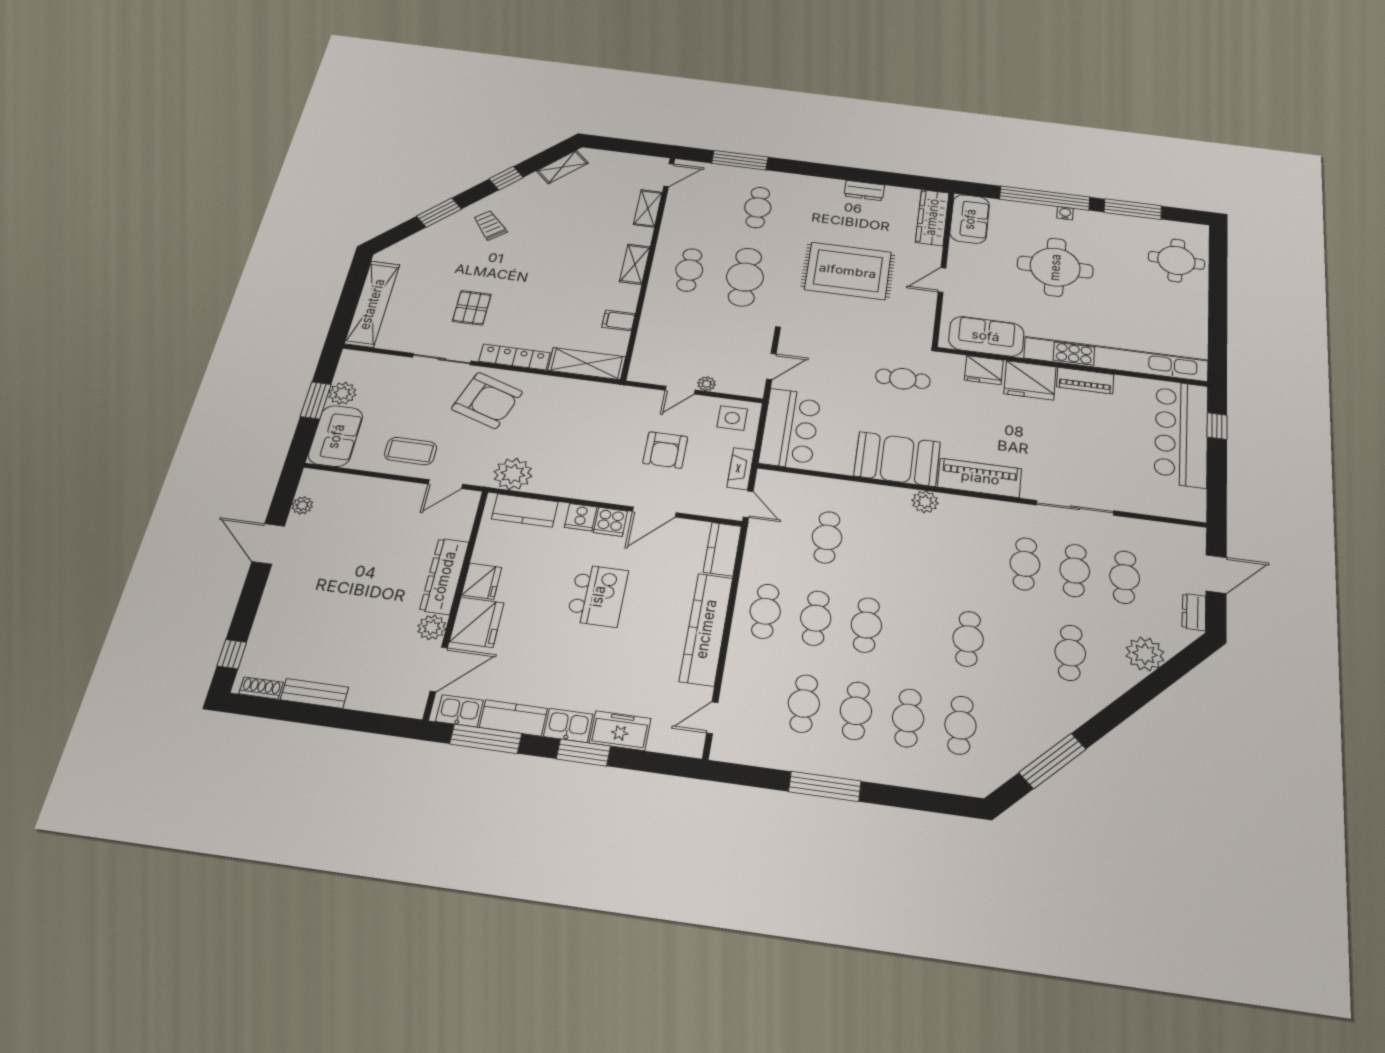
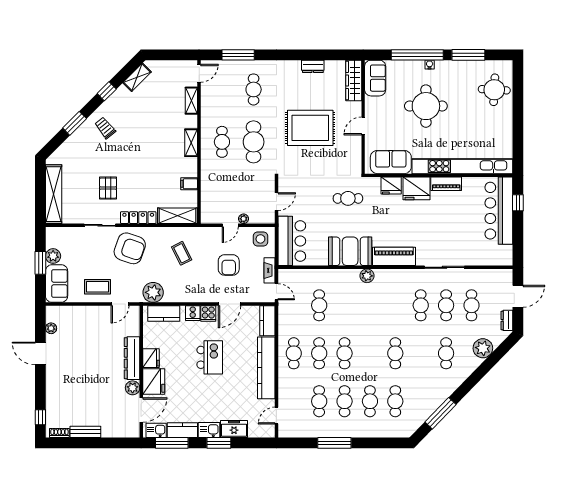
coffee table: (581, 421) -> (182, 253), added

